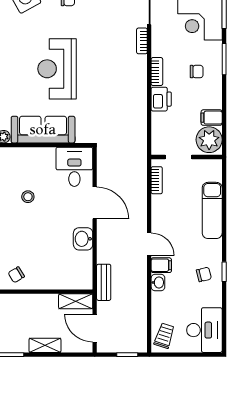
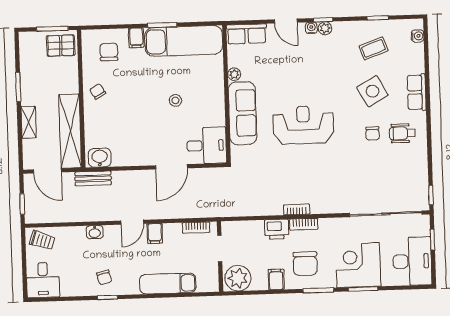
bookcase: (142, 41) -> (297, 210), moved
chair: (197, 72) -> (305, 264), width x1.87, depth x1.87
filing cabinet: (212, 118) -> (276, 279), moved
washbasin: (83, 239) -> (100, 158), moved
filing cabinet: (161, 265) -> (155, 233), moved
shelving: (76, 301) -> (70, 131), width x2.20, depth x1.33
door: (95, 328) -> (47, 171), swing flipped
desk: (204, 330) -> (43, 280), width x0.73

